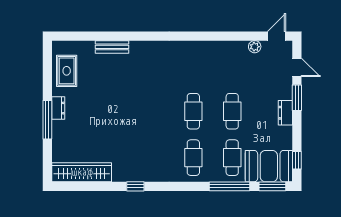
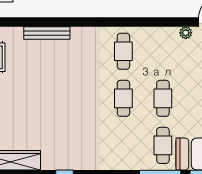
bench: (112, 47) -> (47, 33), width x1.36
cafe table: (193, 158) -> (123, 51), moved

